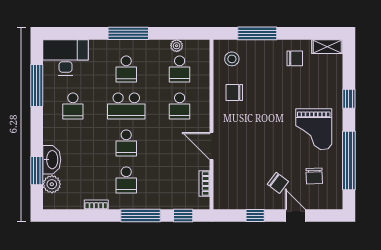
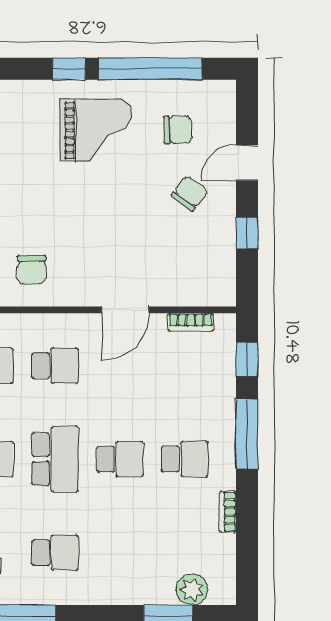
window: (349, 99) -> (69, 69), moved
washbasin: (52, 160) -> (149, 590), removed

